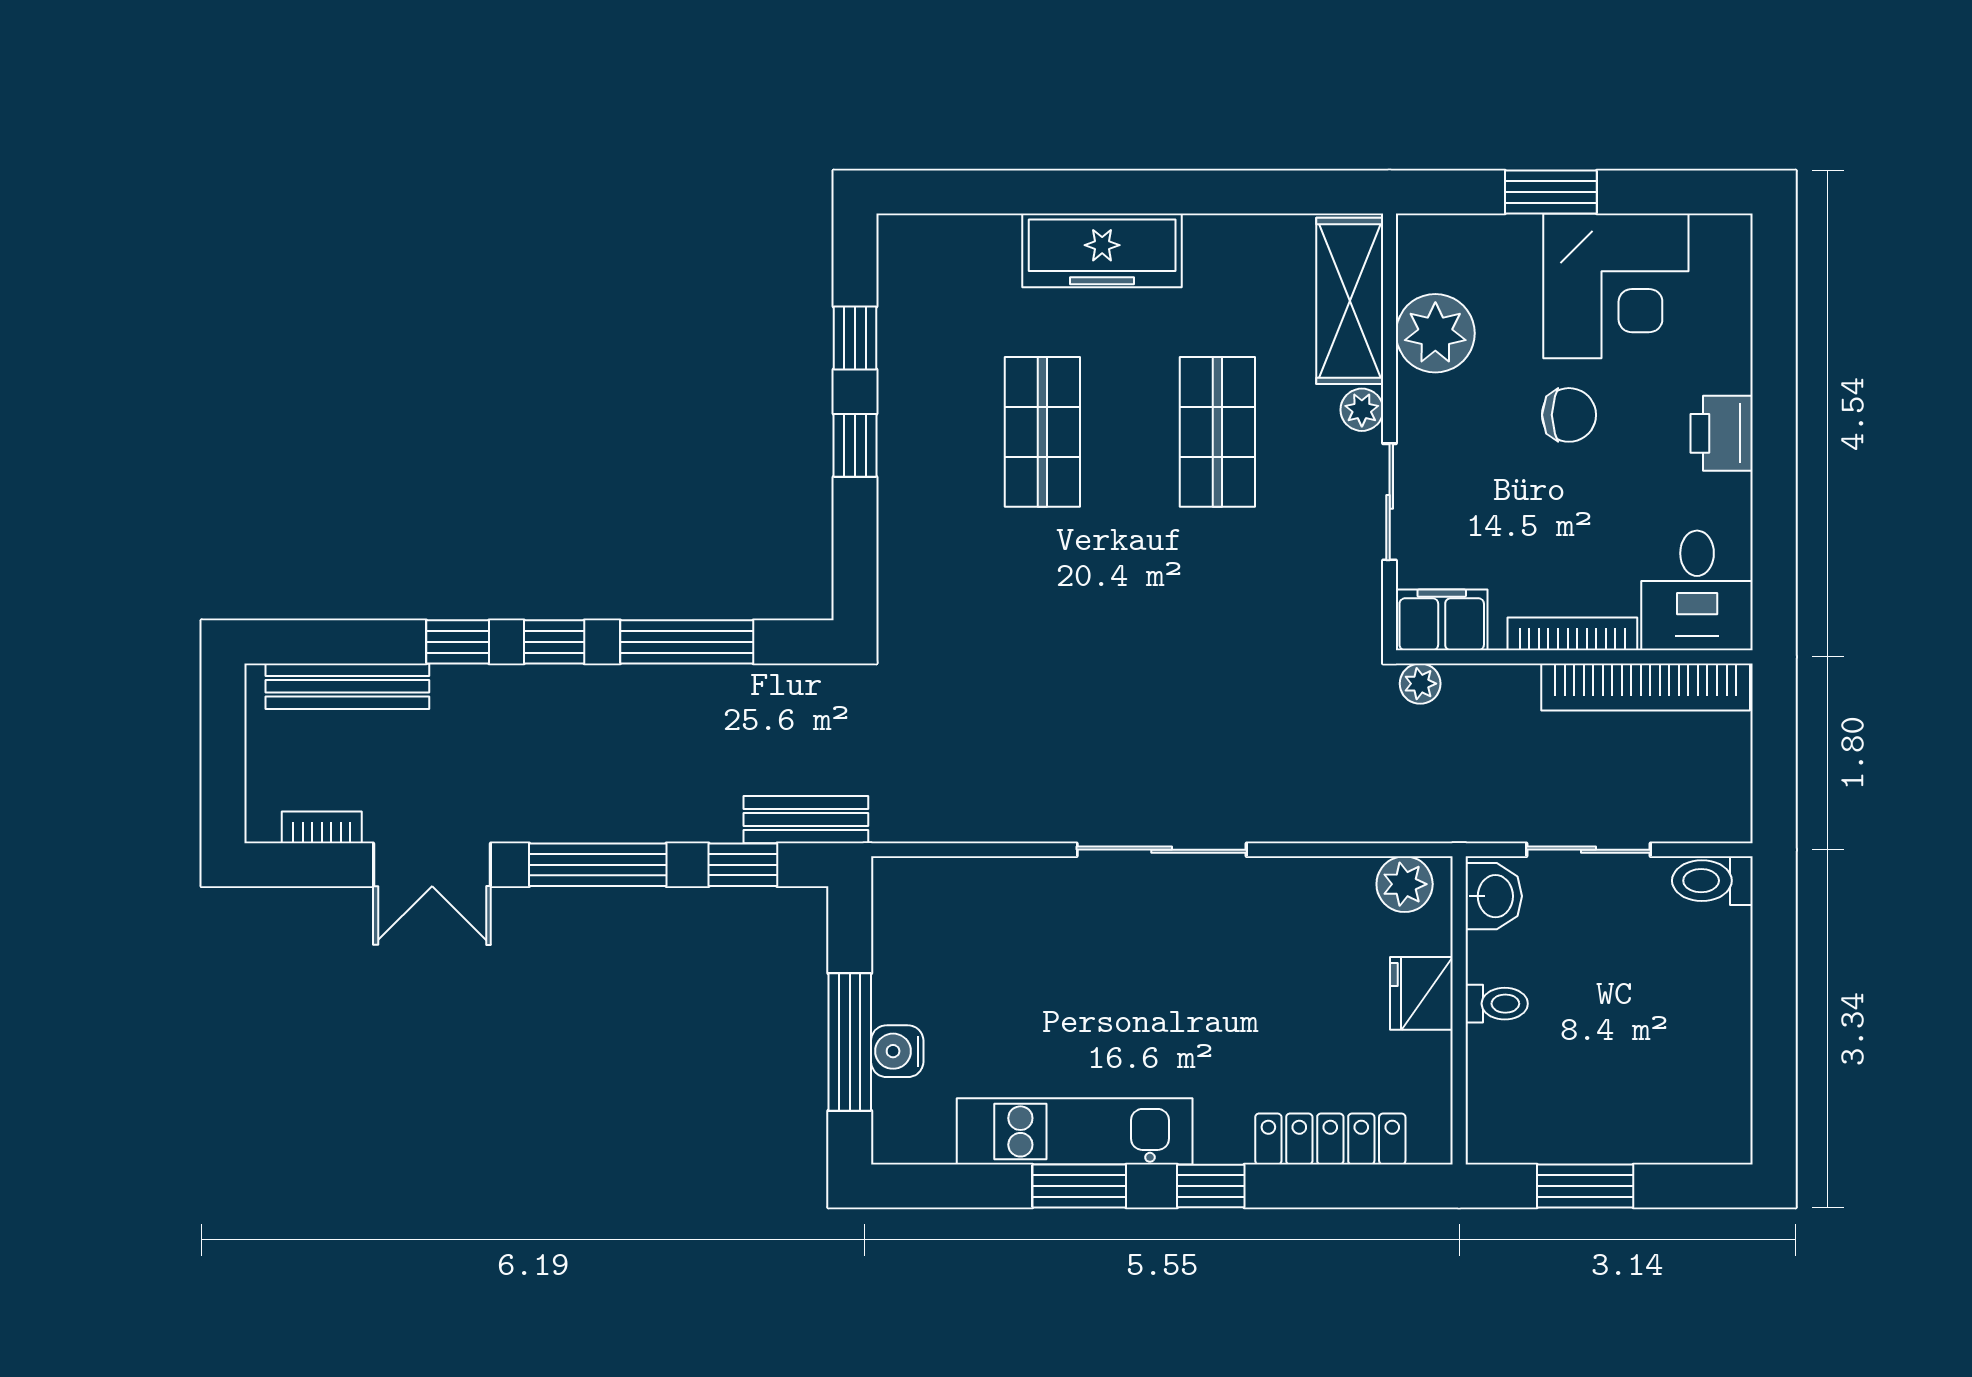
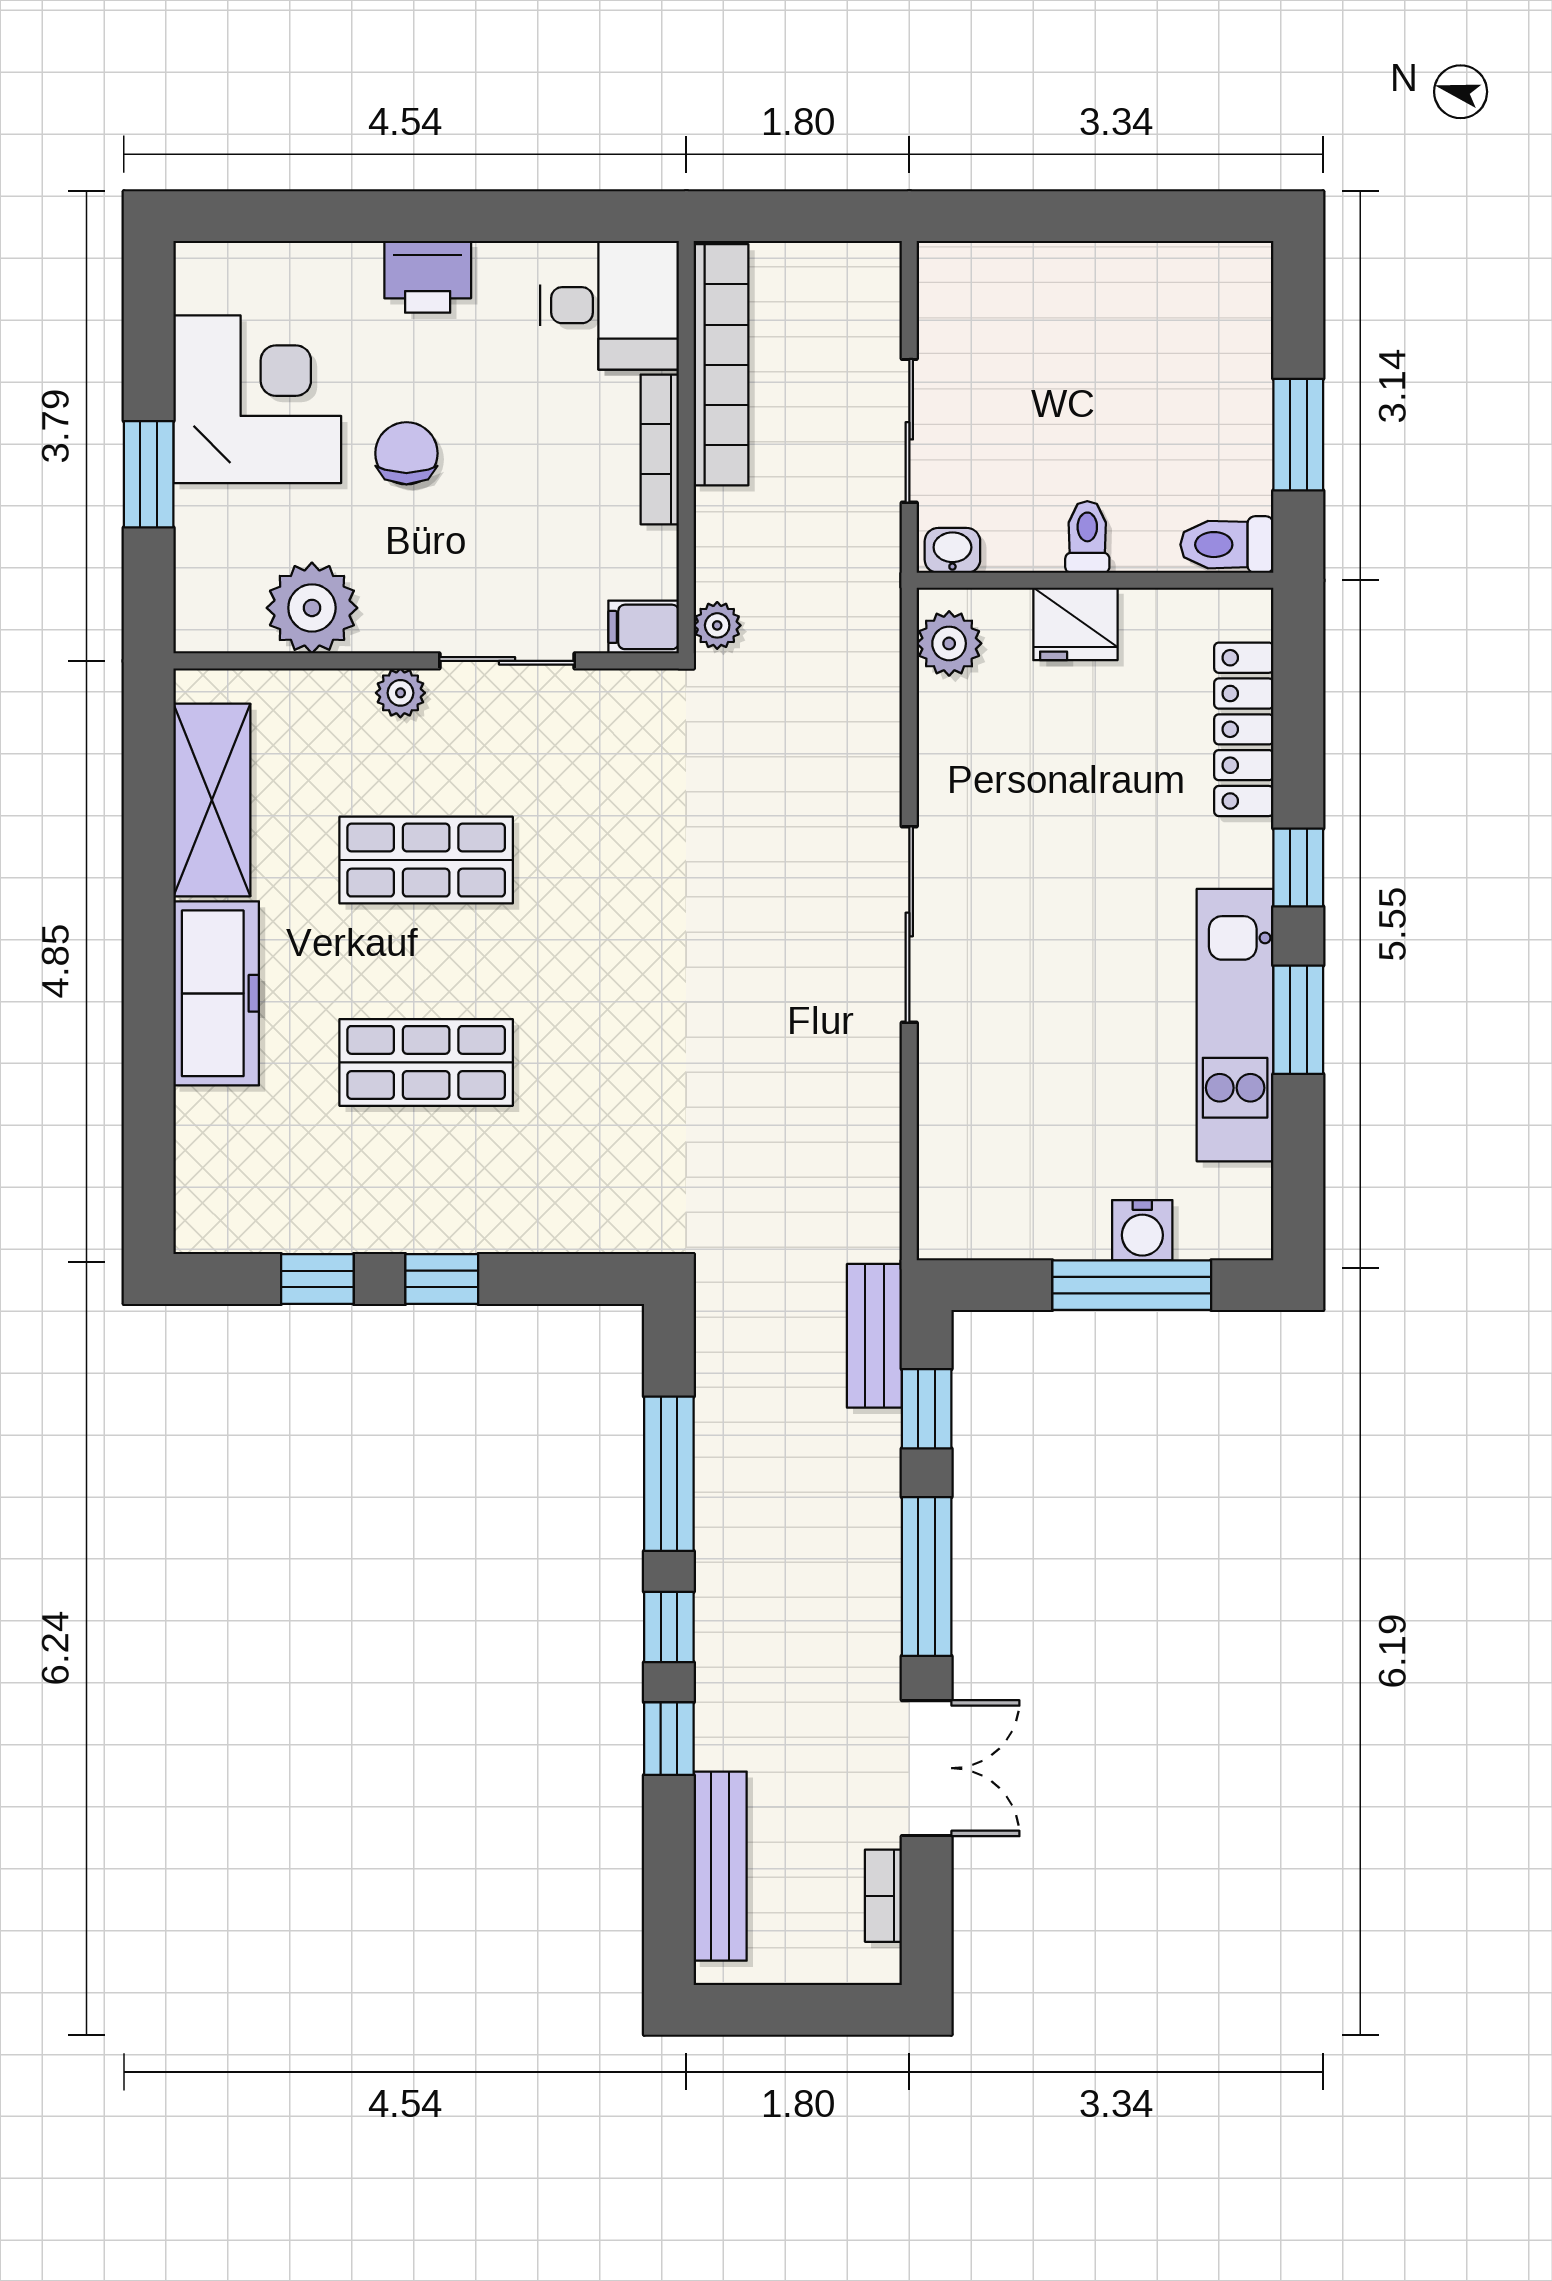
shelving: (1350, 301) -> (212, 800), moved, turned 90
filing cabinet: (1442, 620) -> (644, 627), width x0.50
toilet: (1712, 881) -> (1227, 545), moved, turned 90
washbasin: (1494, 896) -> (952, 550), width x0.72, depth x0.69

